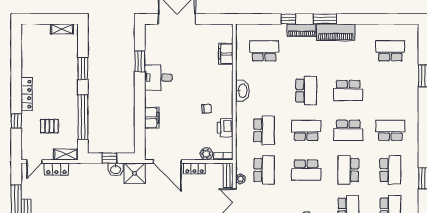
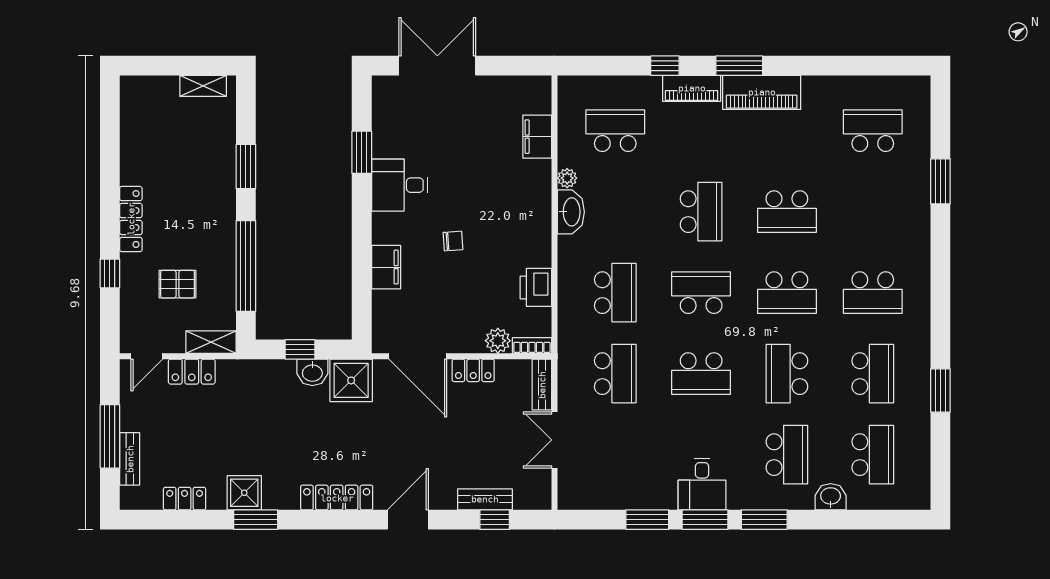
chair: (207, 109) -> (453, 241), moved
school desk: (390, 130) -> (873, 293), turned 180
plant: (240, 179) -> (567, 178), moved

